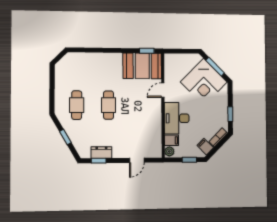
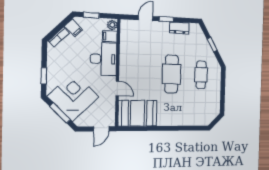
window: (147, 51) -> (132, 129), removed
door: (177, 51) -> (101, 129), added
door: (163, 90) -> (117, 88), hinge flipped
cafe table: (109, 105) -> (172, 74), width x1.37, depth x1.35
window: (230, 114) -> (44, 76), moved
window: (99, 161) -> (166, 19), moved

